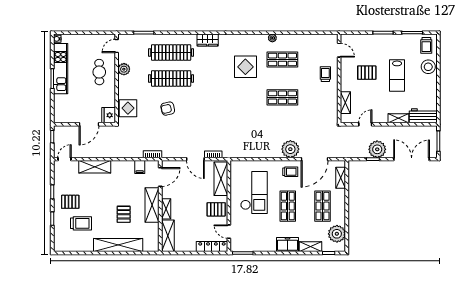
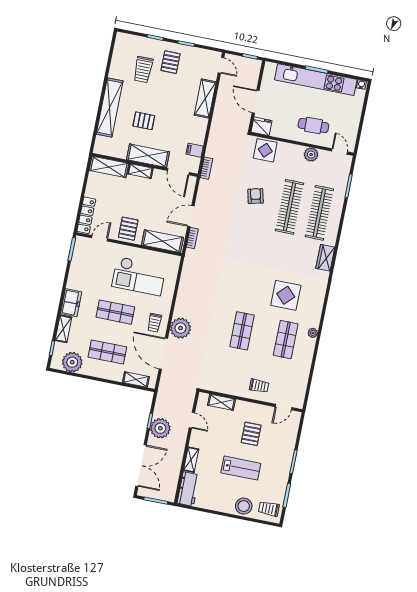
kitchen unit: (61, 69) -> (316, 80), width x1.36
lab bench: (397, 76) -> (241, 468), turned 180

